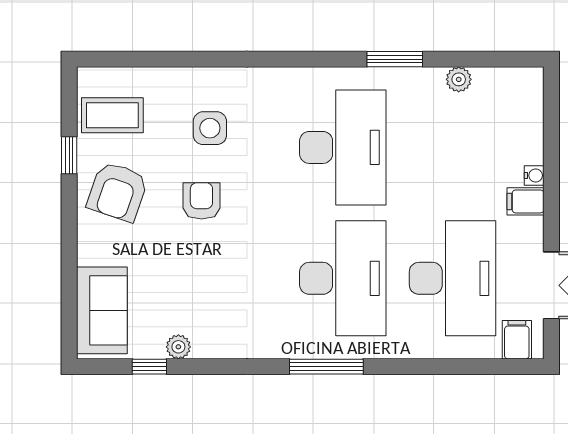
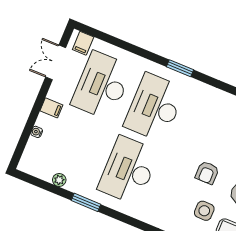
side table: (210, 128) -> (204, 211), moved
water cooler: (534, 175) -> (37, 132), moved
window: (326, 367) -> (180, 68), width x0.69

